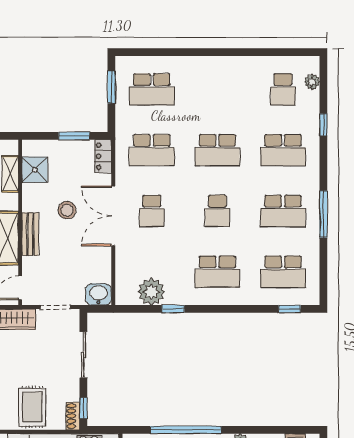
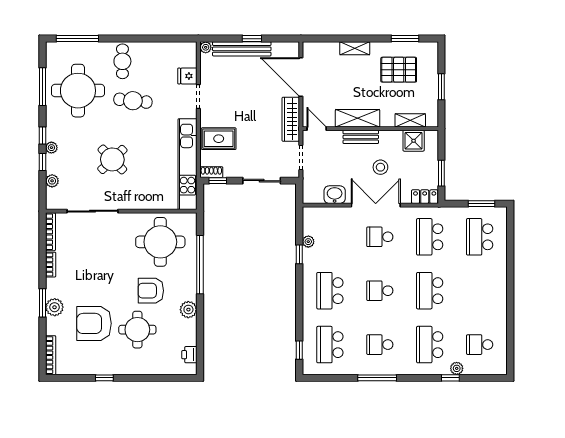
plant: (312, 82) -> (457, 368), moved
school desk: (283, 211) -> (380, 345), width x0.54
plant: (151, 292) -> (308, 242), width x0.53, depth x0.53
washbasin: (98, 294) -> (335, 195), moved, turned -90

